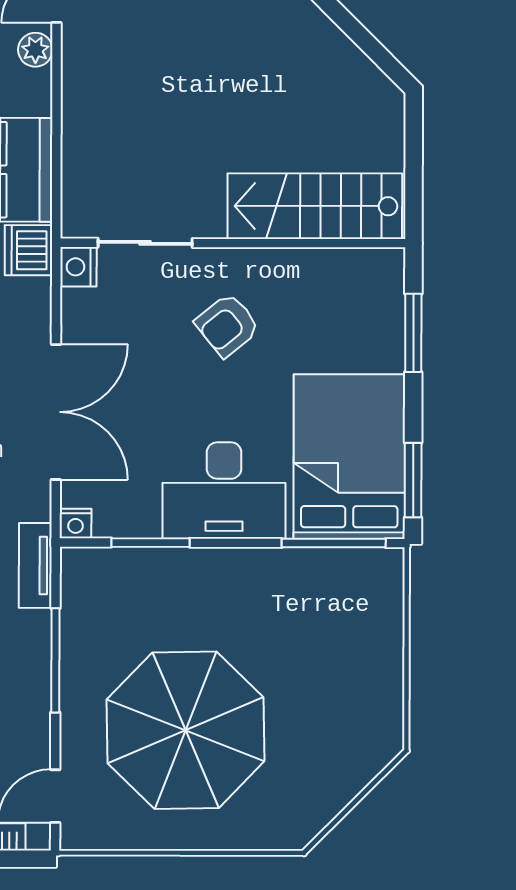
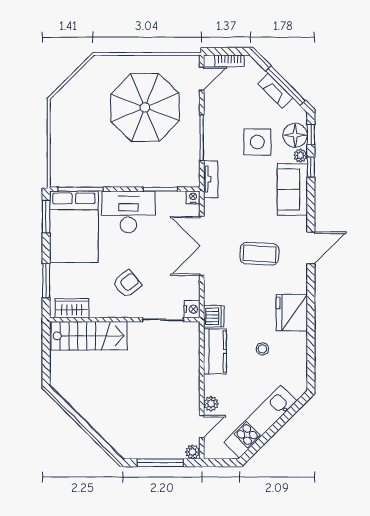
wardrobe: (354, 270) -> (72, 308), added

